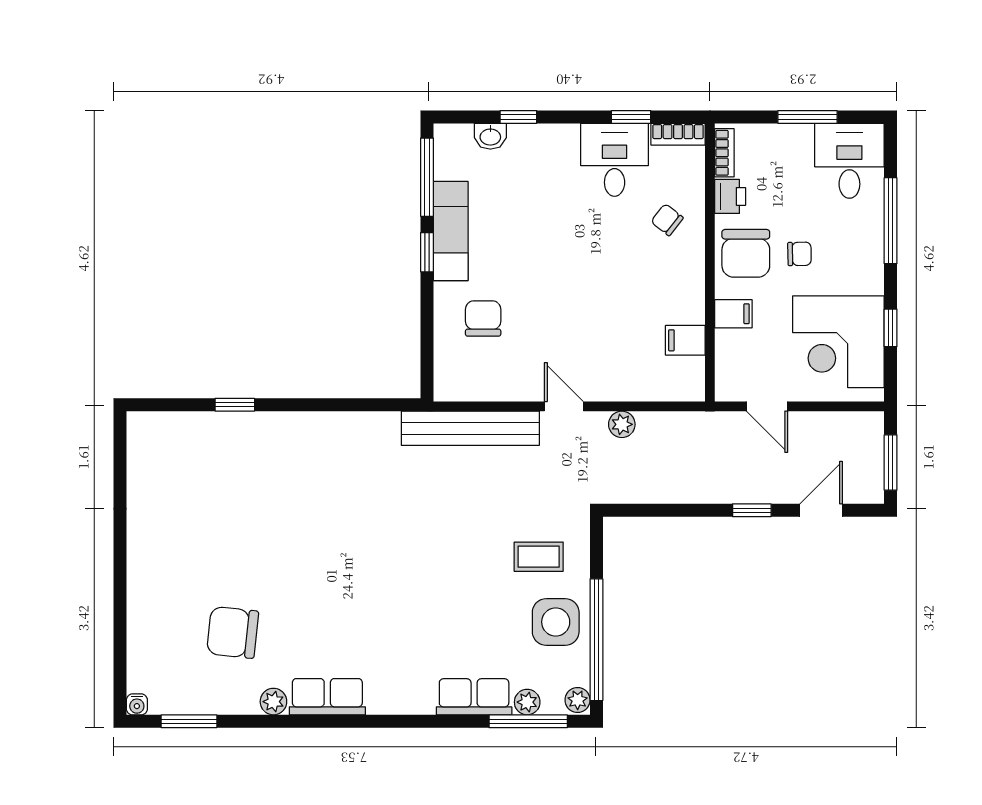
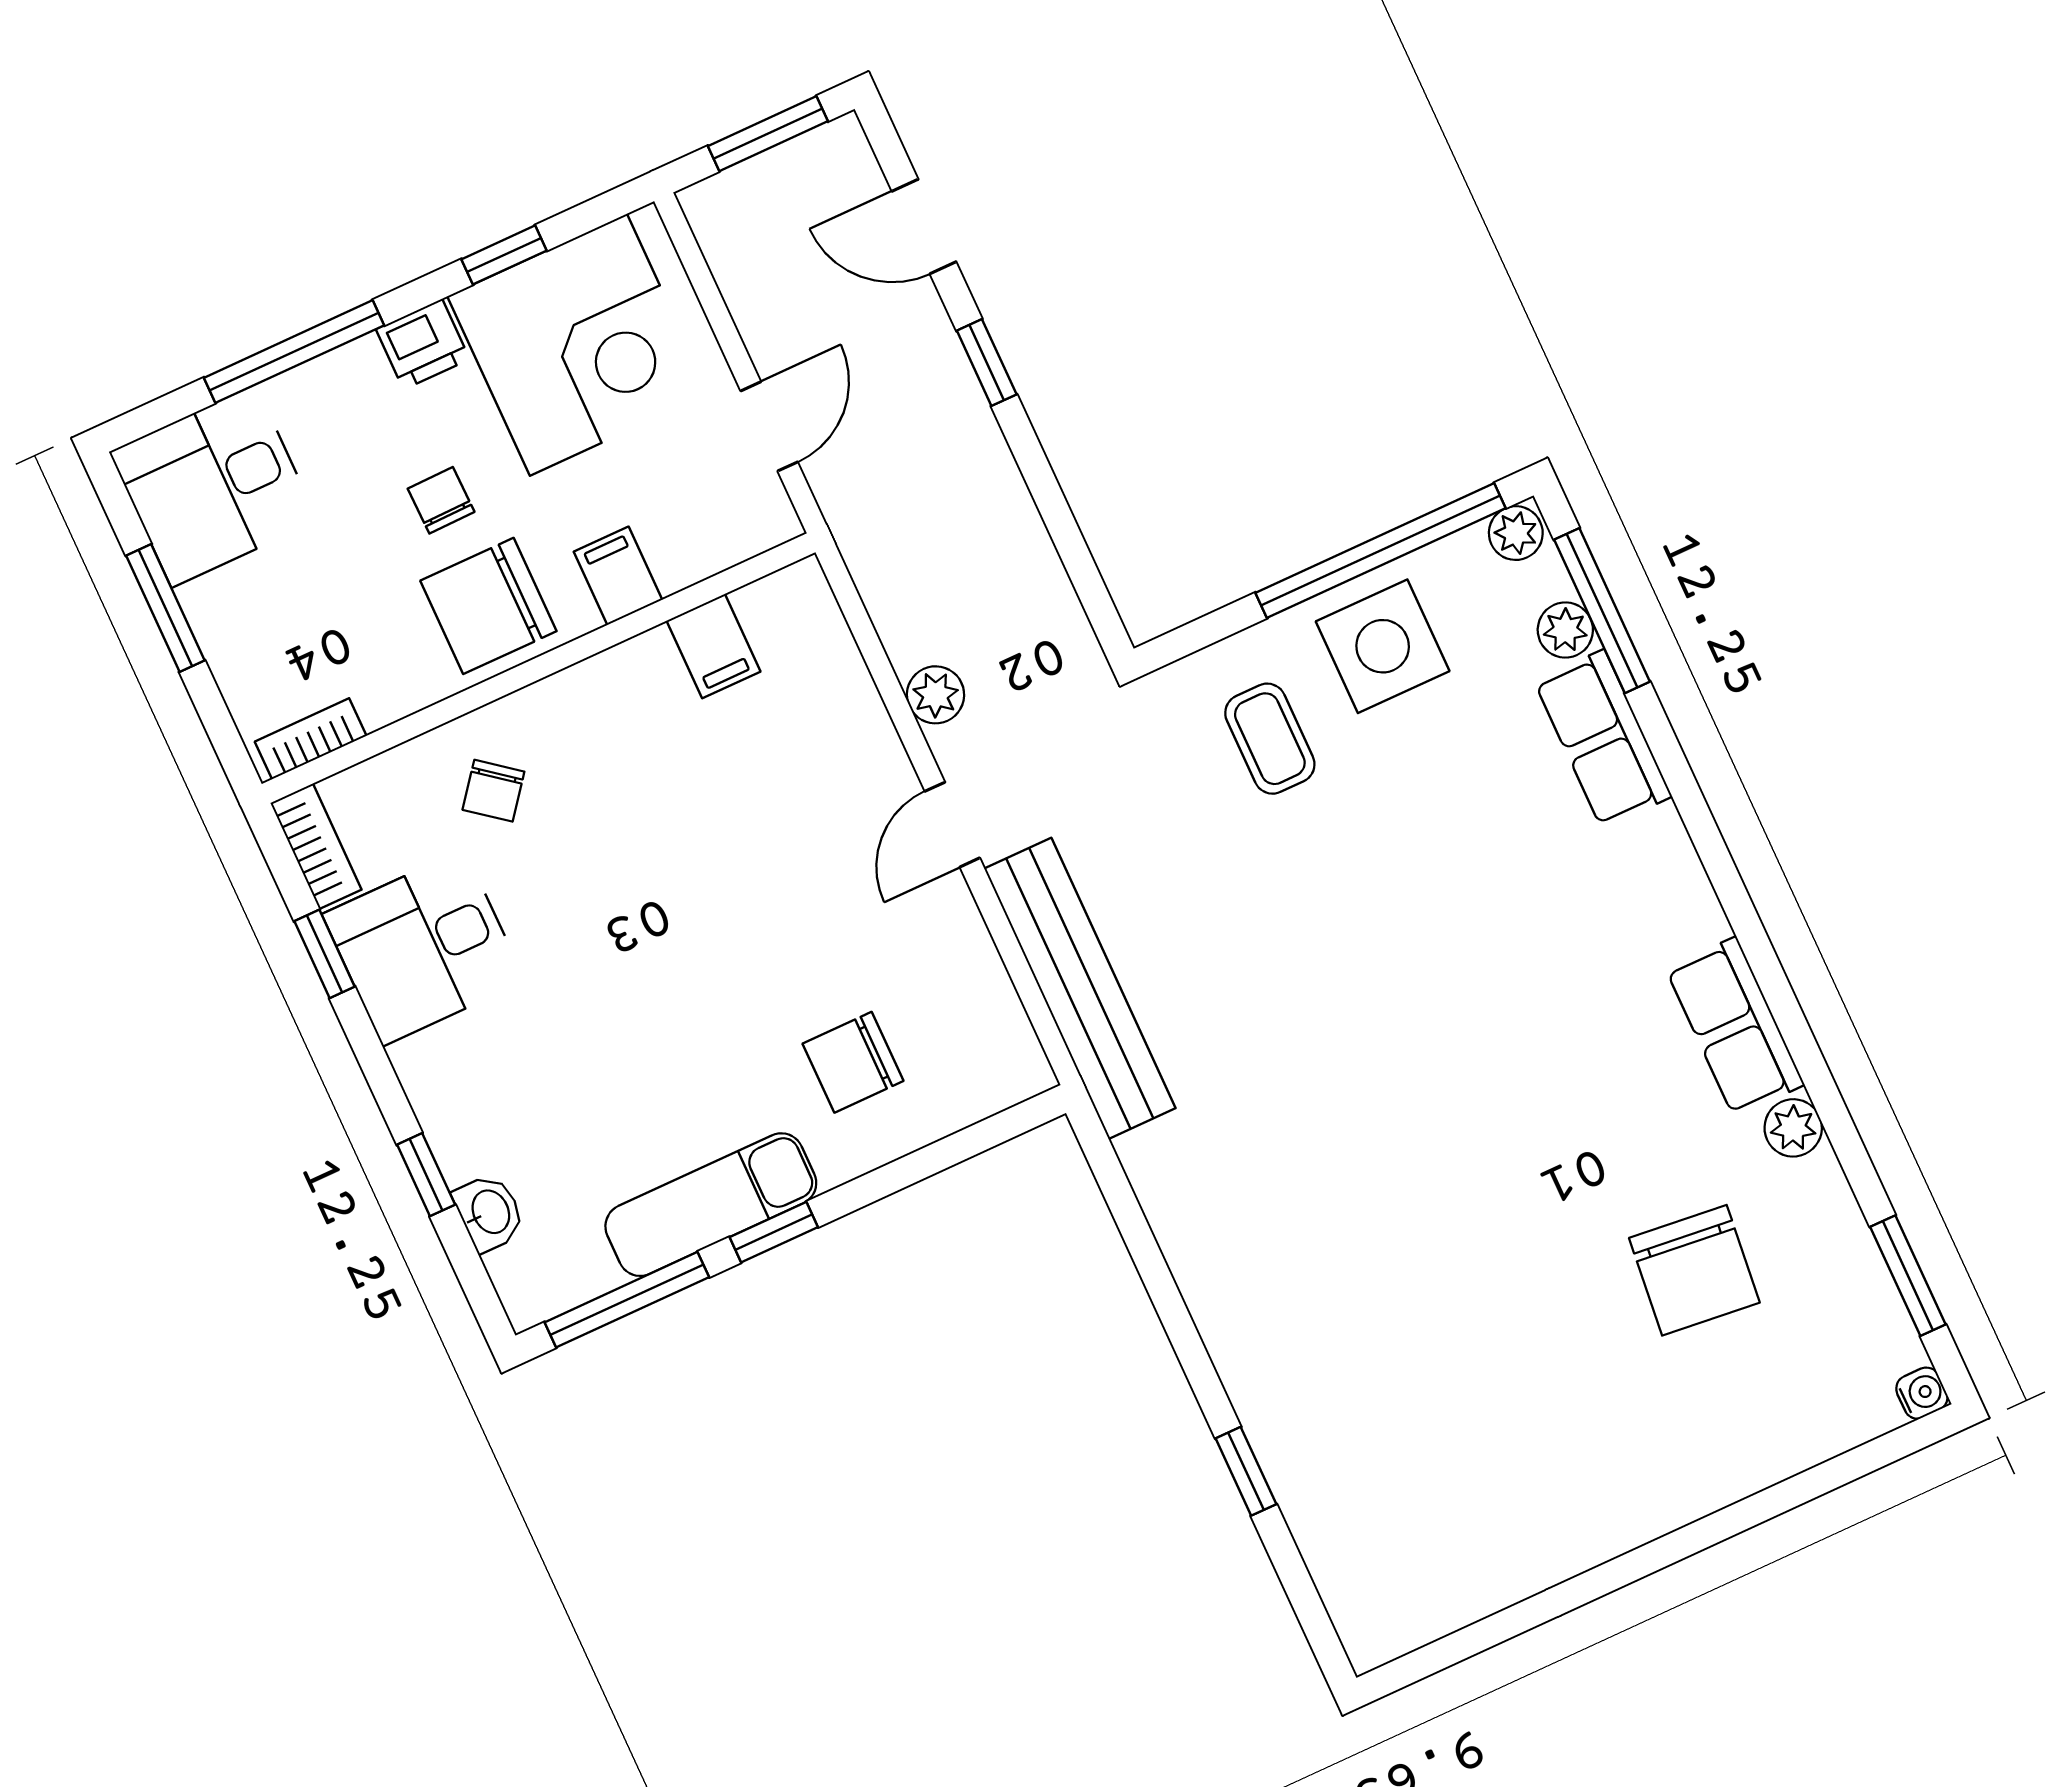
printer: (730, 196) -> (423, 344), moved, turned 180
chair: (746, 253) -> (488, 606), turned 180

